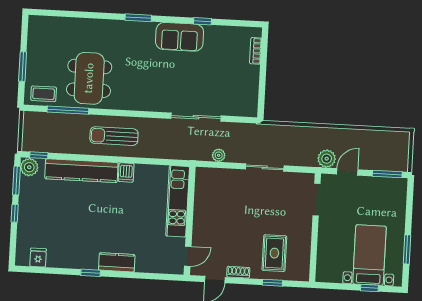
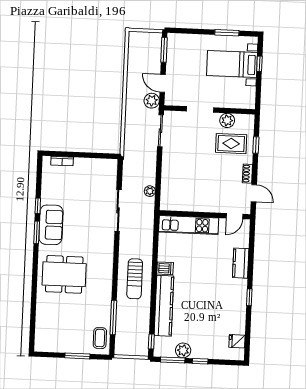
window: (138, 18) -> (37, 232), moved
dining table: (89, 78) -> (64, 274), moved
plant: (29, 167) -> (183, 350), moved
sliding door: (265, 167) -> (160, 131), moved
doorway: (317, 200) -> (200, 109), moved
plant: (302, 249) -> (227, 120), added
door: (188, 256) -> (235, 216), swing flipped
kitchen counter: (117, 262) -> (241, 263), moved

